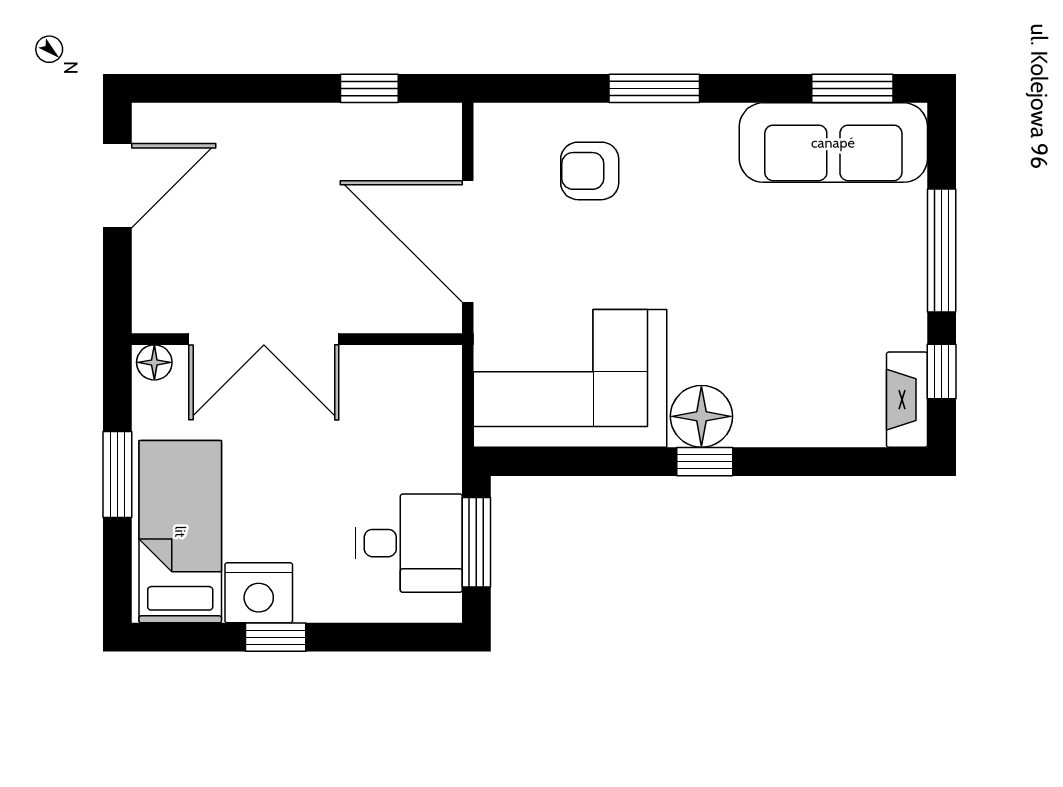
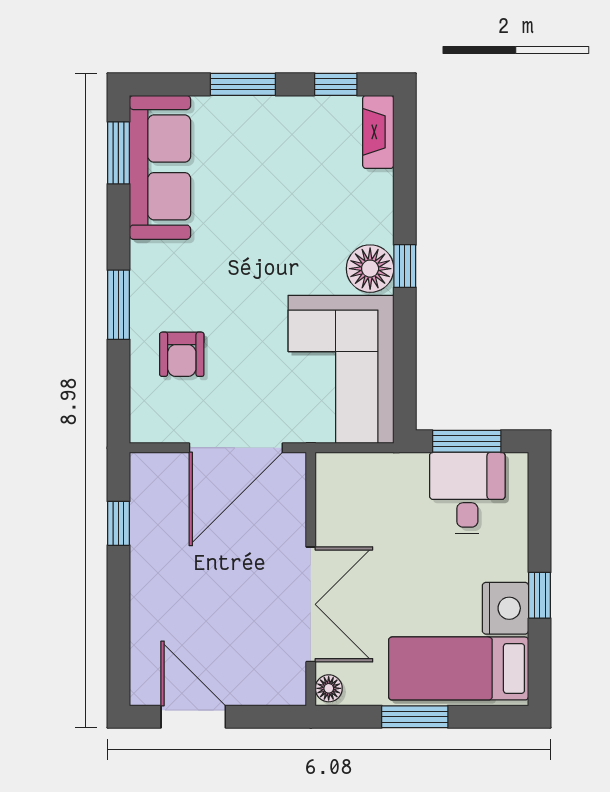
window: (942, 251) -> (243, 84), width x0.69
fireplace: (907, 400) -> (378, 132), moved, turned 90

